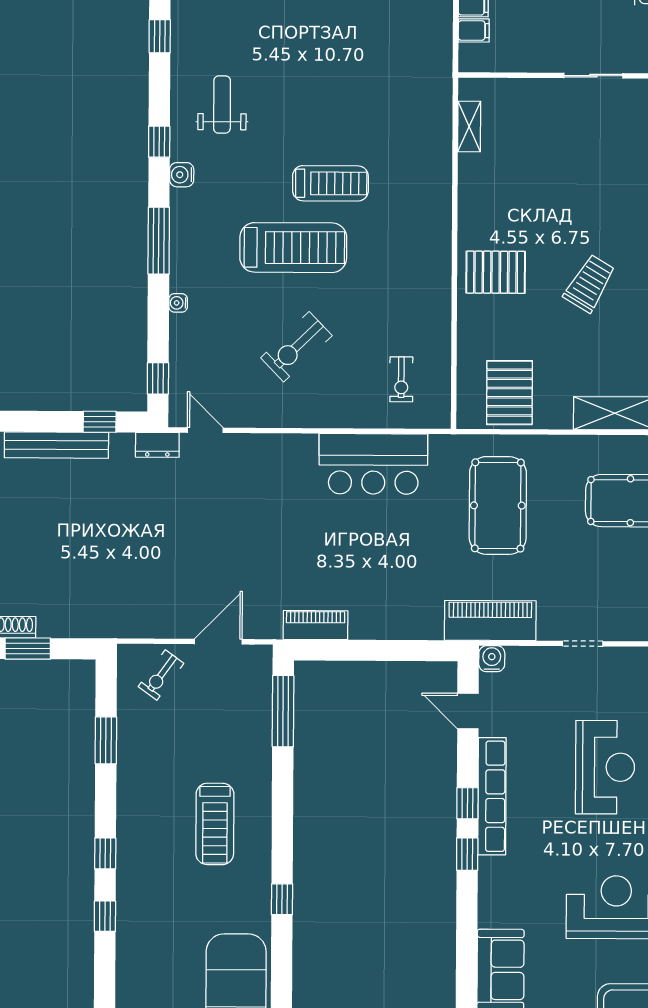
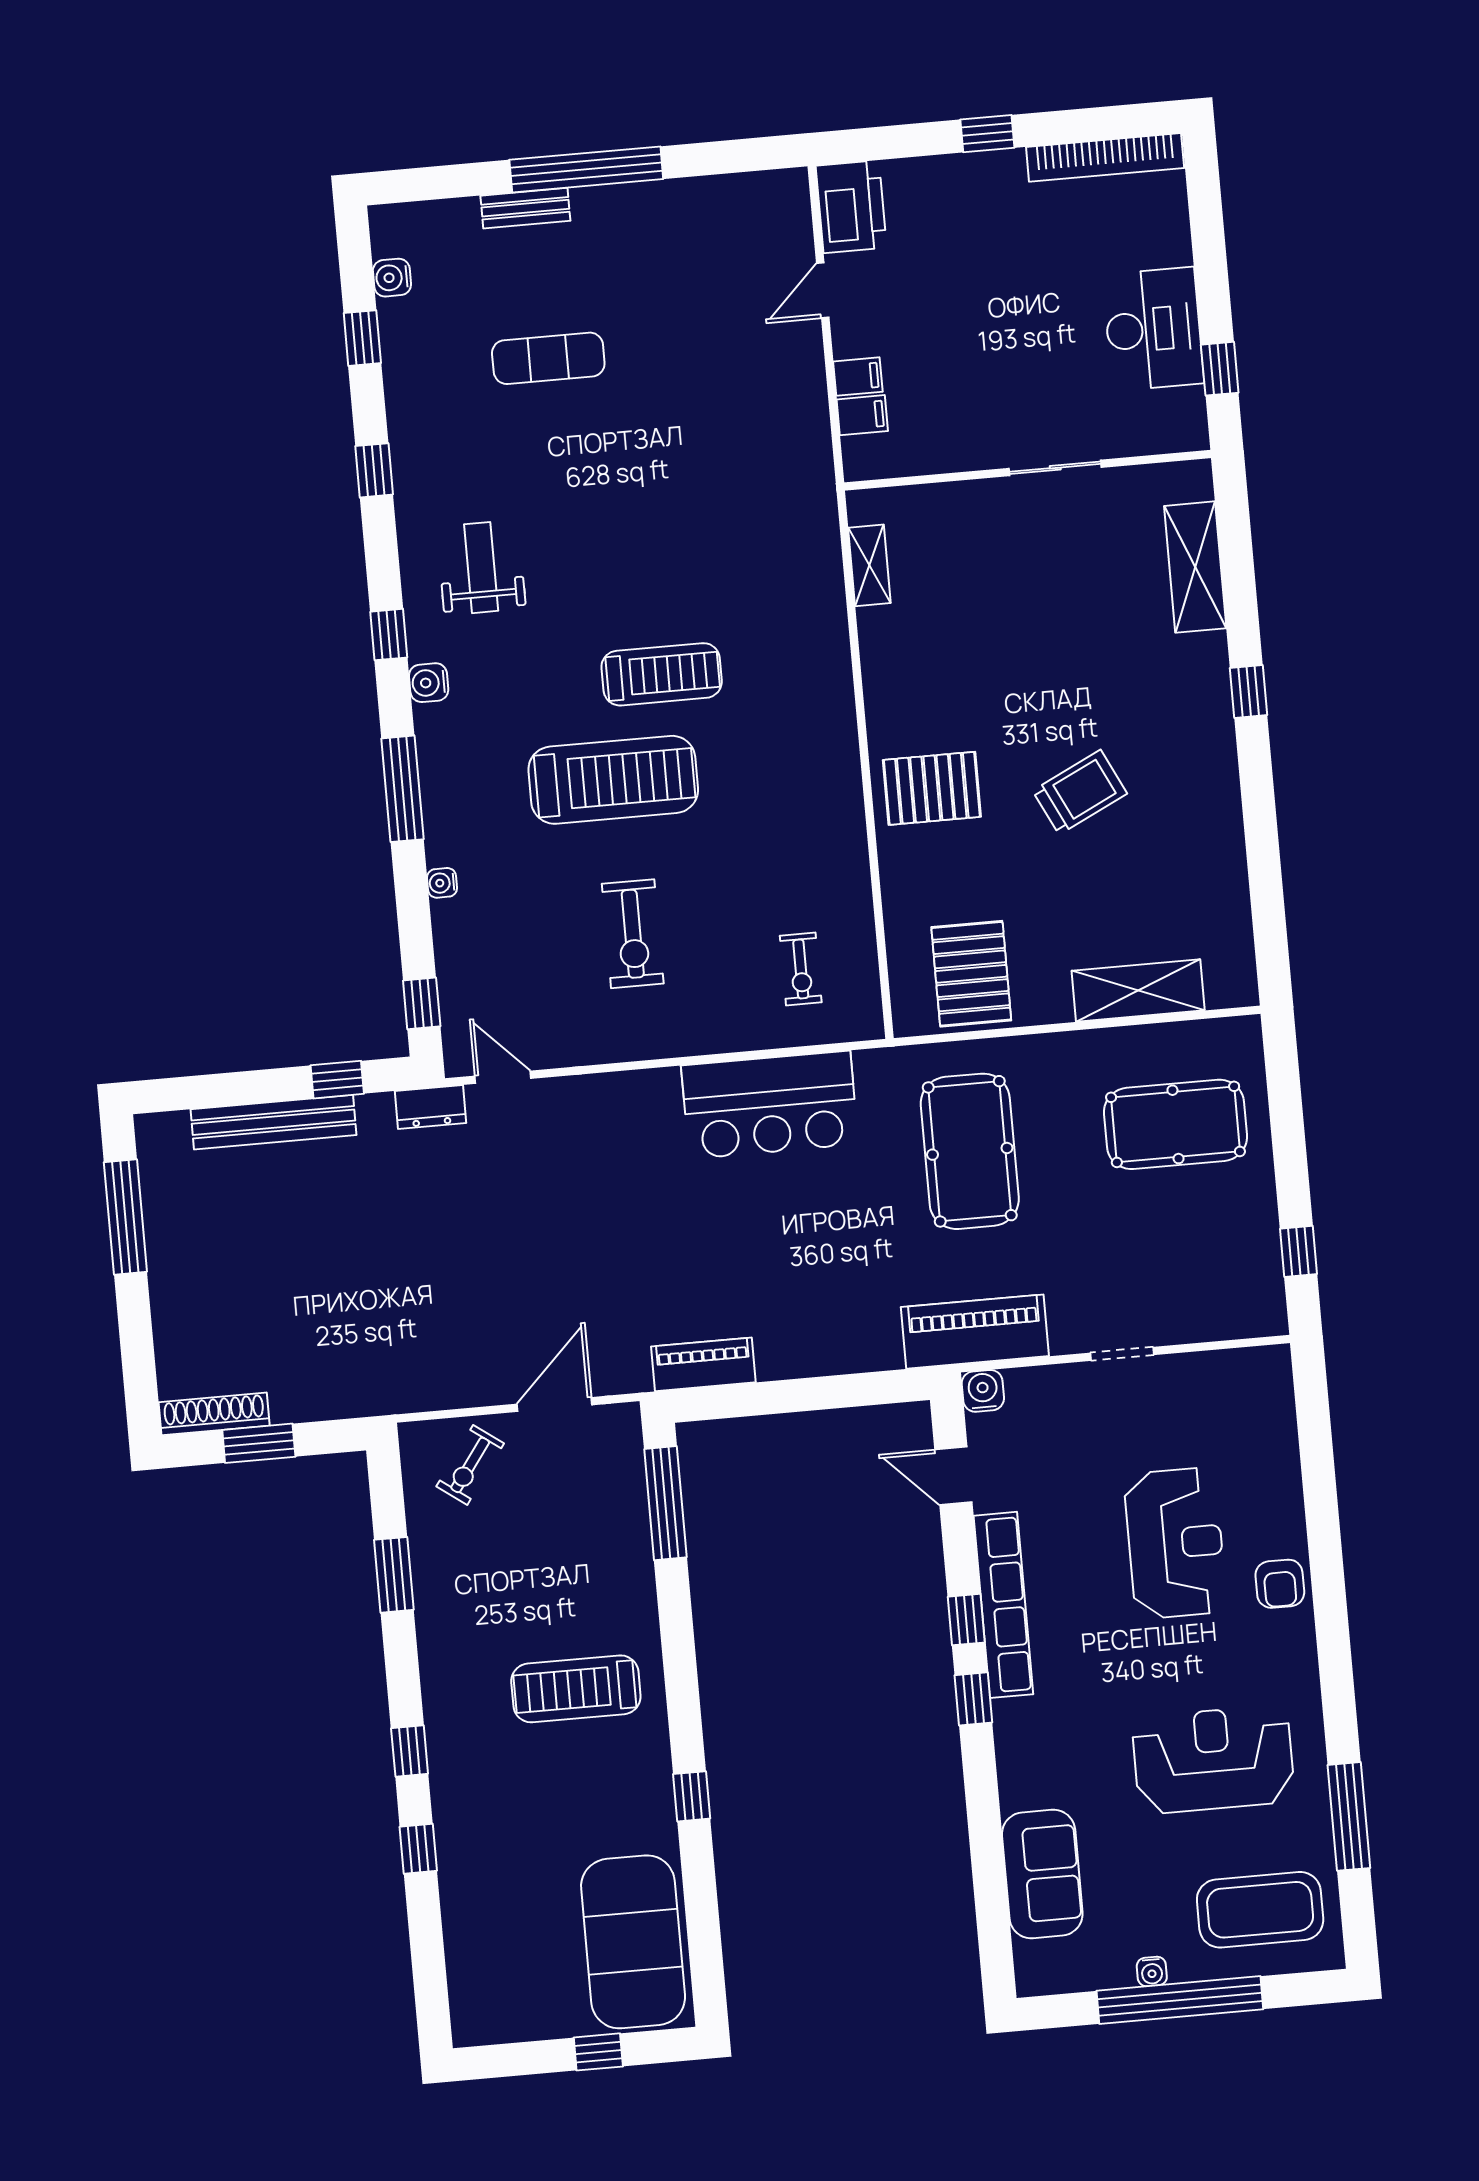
trolley: (589, 283) -> (1080, 792), turned 33
exercise bike: (296, 347) -> (633, 934), turned -46
treadmill: (215, 824) -> (576, 1689), turned 90

